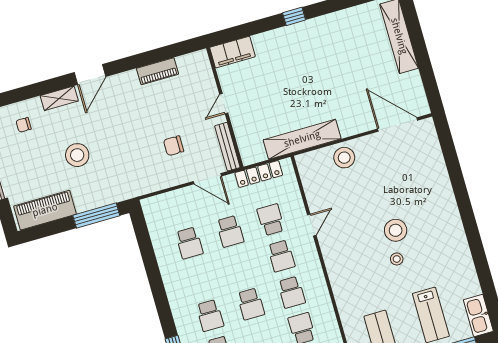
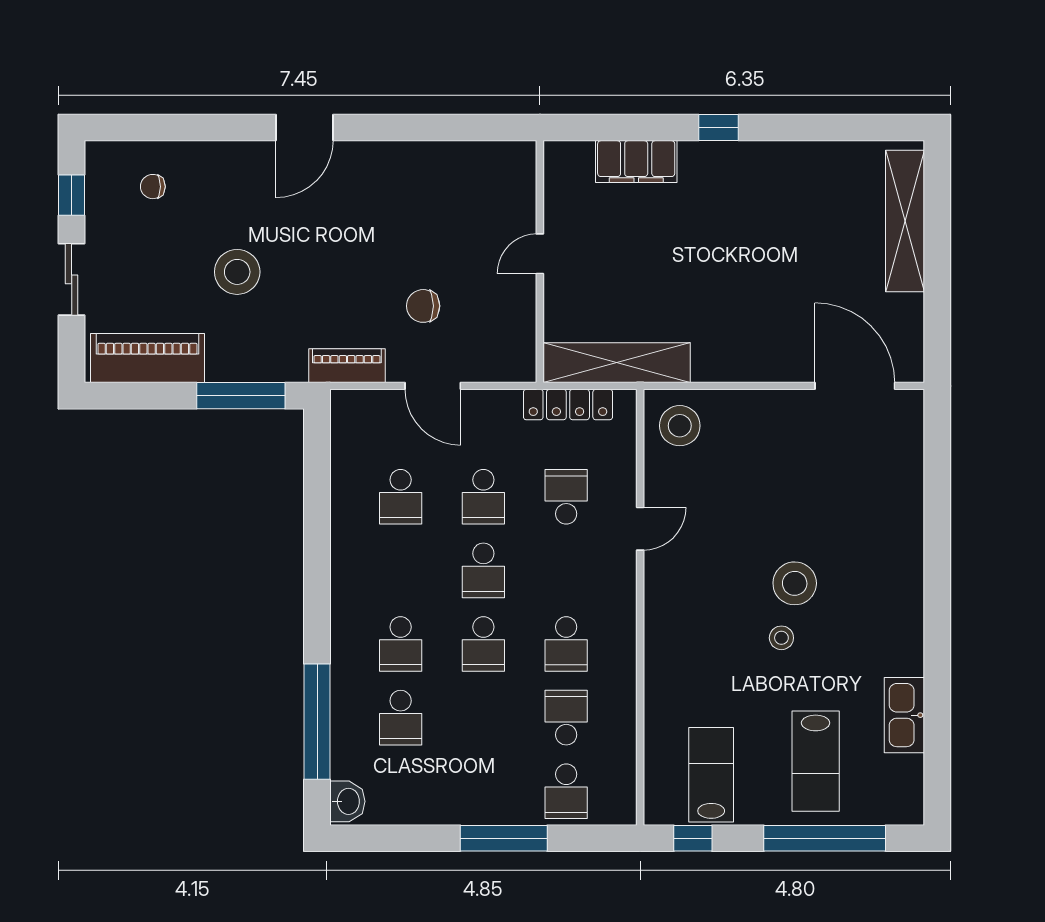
filing cabinet: (232, 52) -> (636, 162), moved
piano: (158, 71) -> (347, 366), moved, turned 180
shelving: (59, 98) -> (234, 156), removed
shelving: (302, 139) -> (617, 363), moved
bench: (227, 147) -> (524, 337), removed
stool: (344, 158) -> (680, 426), moved
door: (207, 179) -> (433, 386), moved
school desk: (281, 256) -> (483, 570), moved
kitchen sink: (478, 315) -> (904, 715), moved

